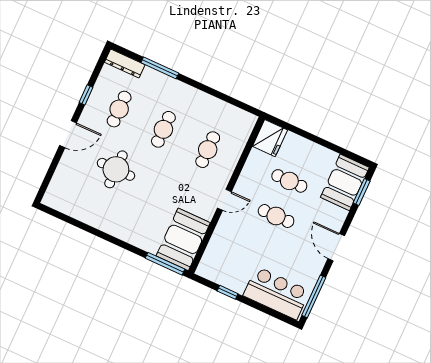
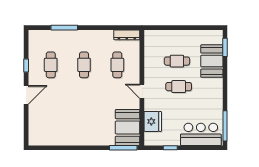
dresser: (125, 63) -> (127, 35), moved
fridge: (270, 138) -> (153, 121), moved
round table: (116, 169) -> (66, 103), removed
booth: (345, 182) -> (212, 61), moved
door: (224, 200) -> (142, 91), swing flipped
door: (336, 247) -> (225, 89), removed

